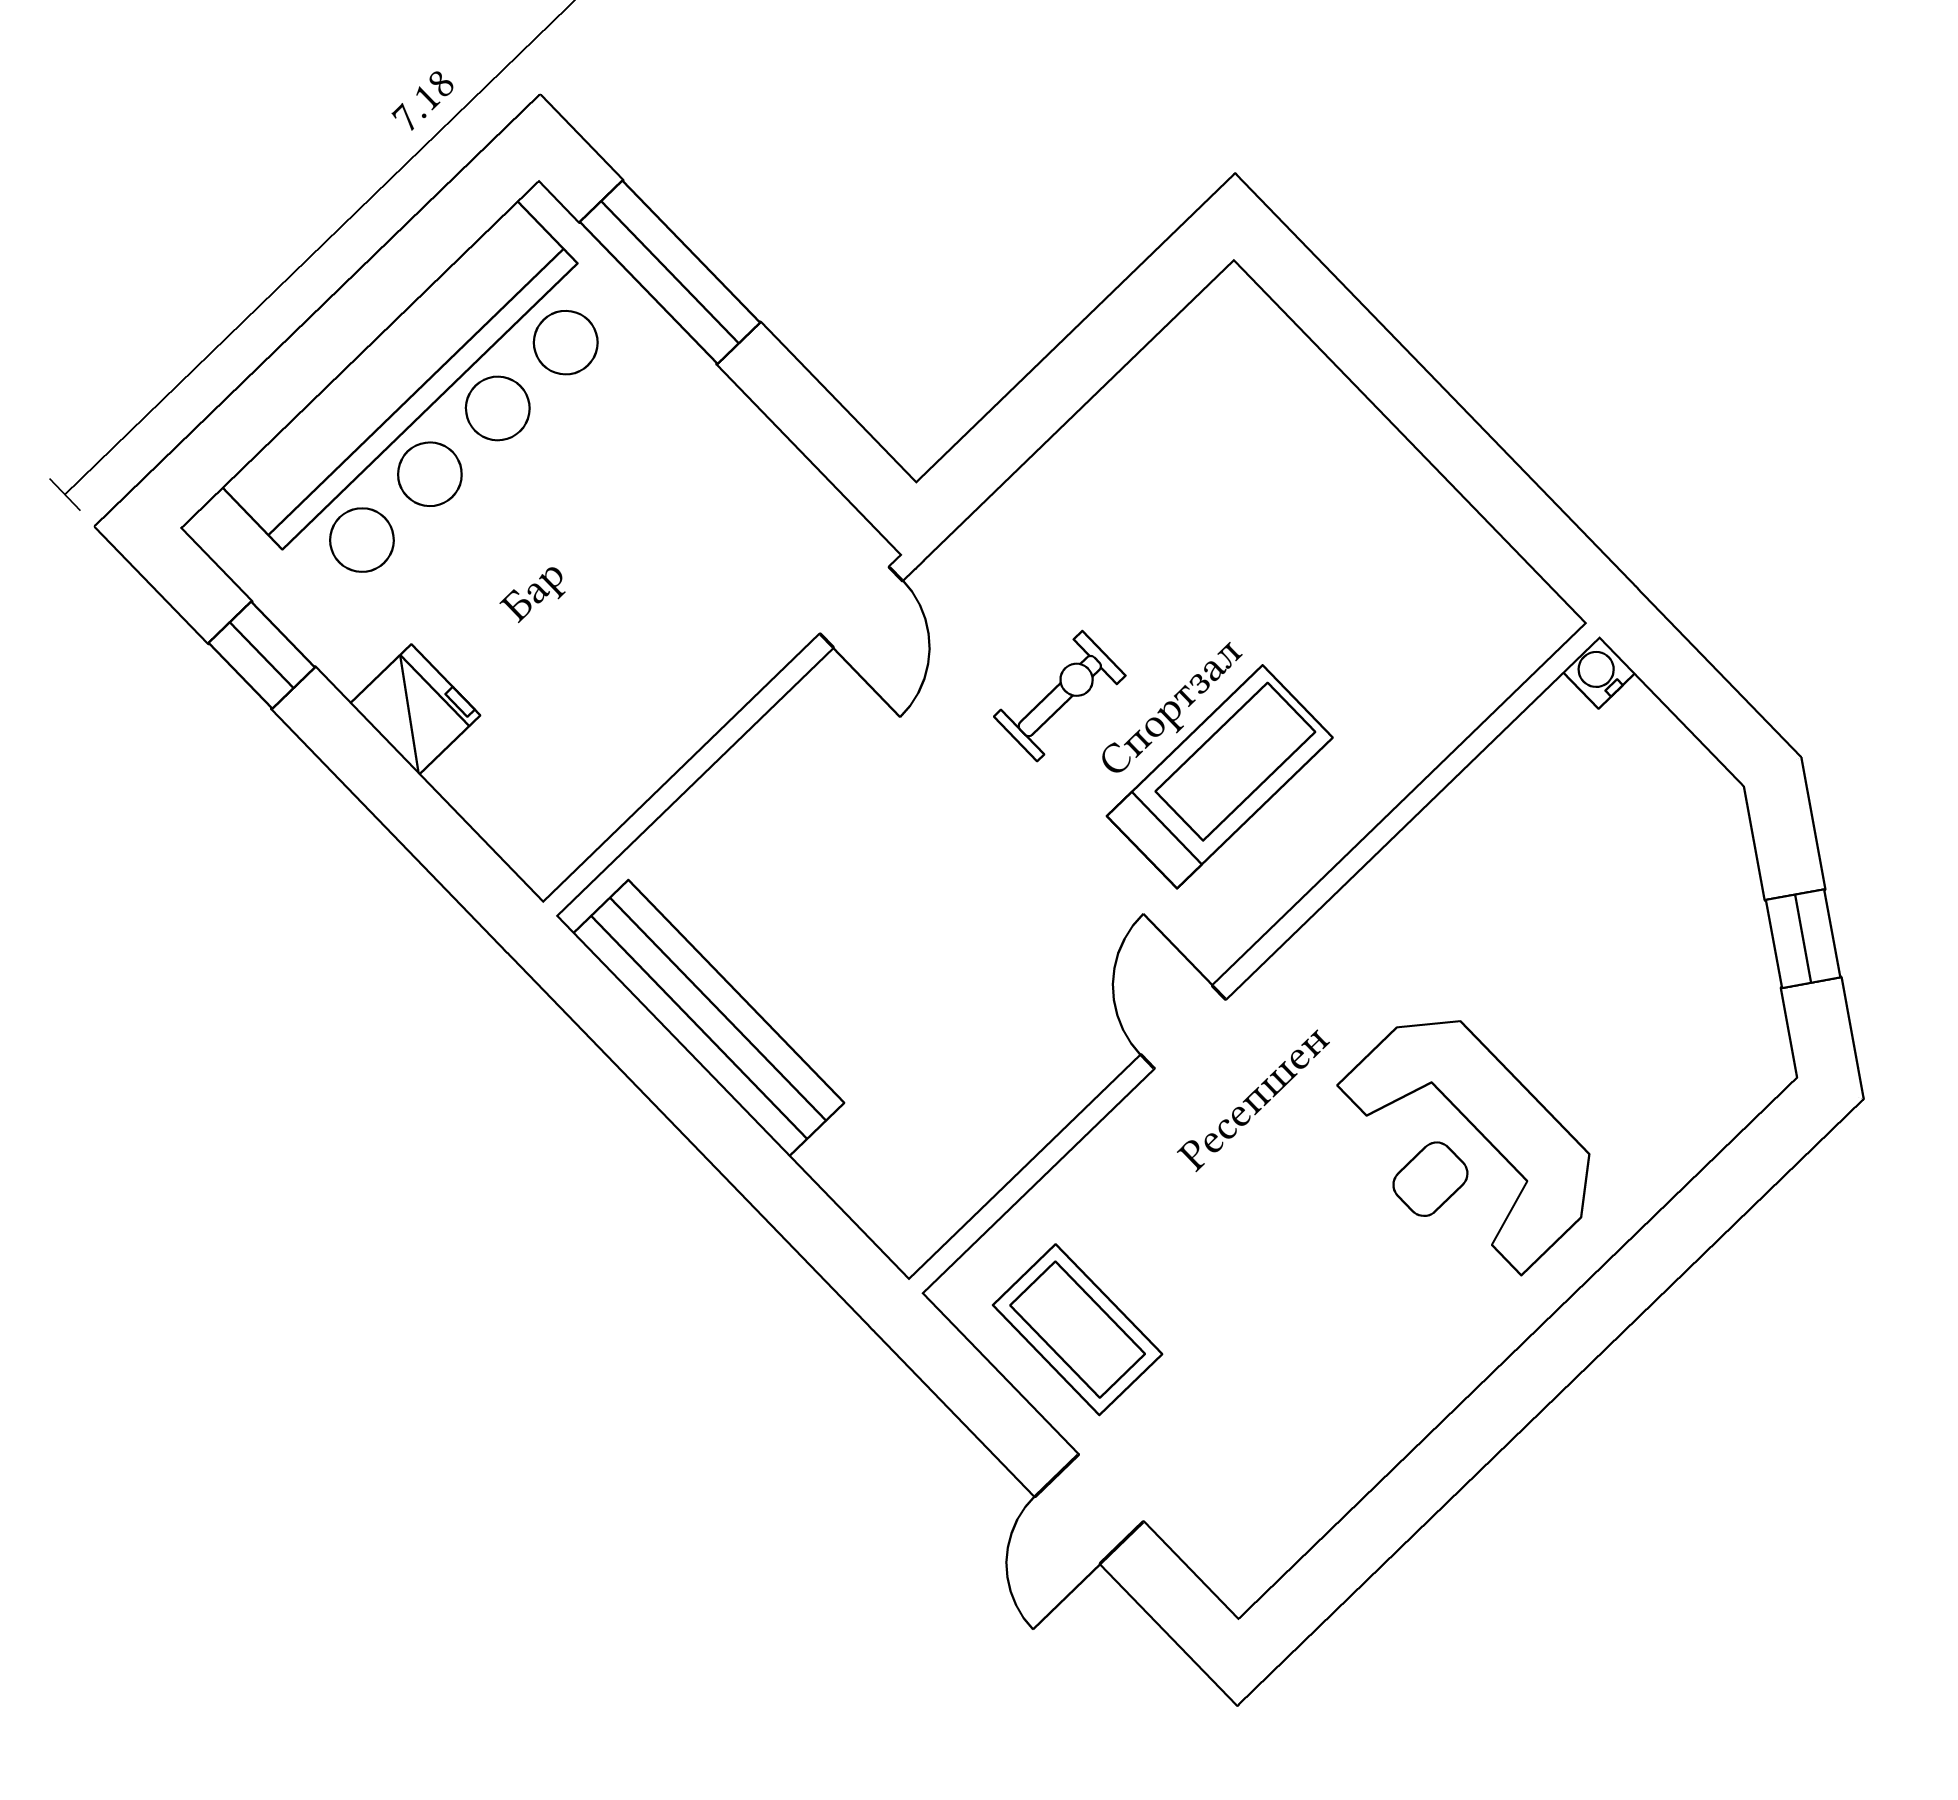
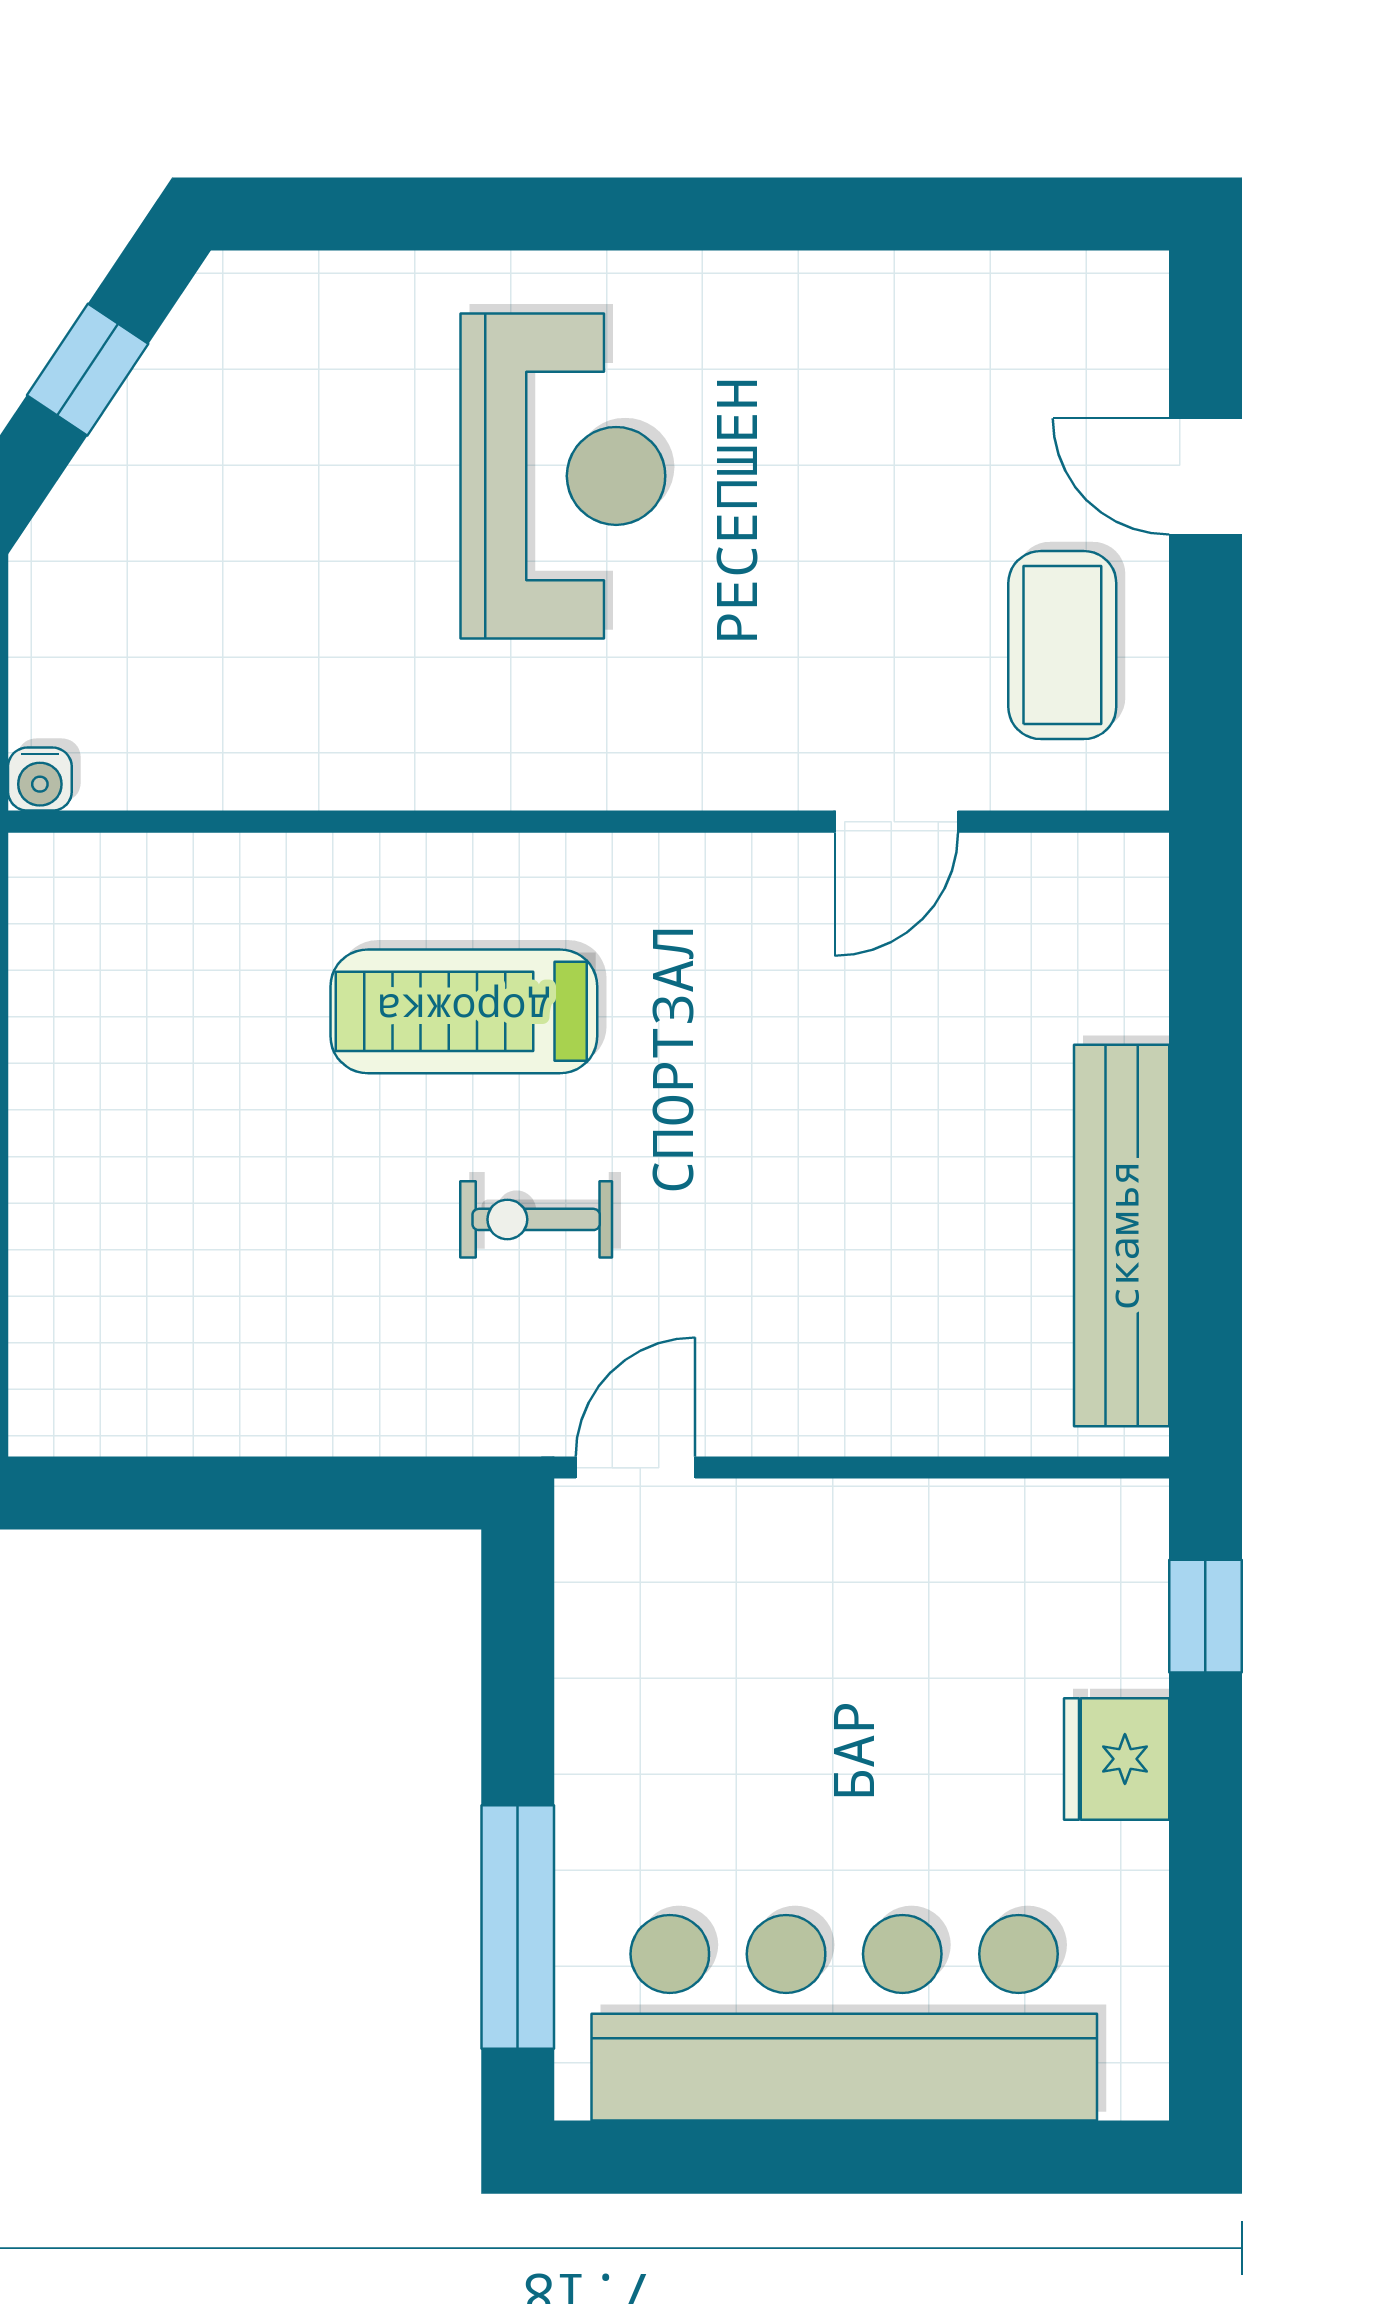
window: (262, 655) -> (1205, 1616), moved
door: (1183, 1027) -> (896, 822), moved
door: (1089, 1509) -> (1205, 477), swing flipped

